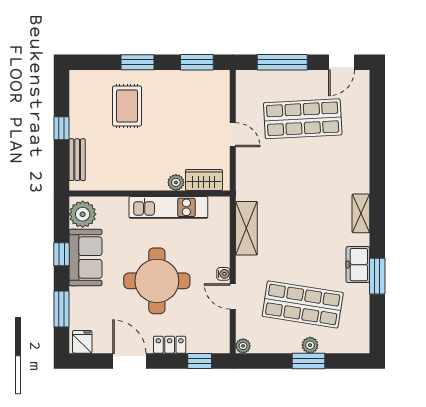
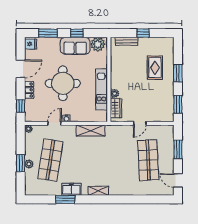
window: (282, 62) -> (178, 149), width x0.69
rug: (127, 106) -> (155, 68), turned 90

